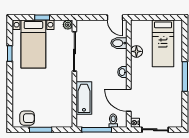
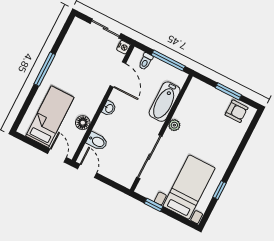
window: (42, 17) -> (154, 205), moved
door: (143, 17) -> (57, 155), added
plant: (68, 25) -> (174, 125), moved
armchair: (27, 118) -> (237, 111), turned 180

